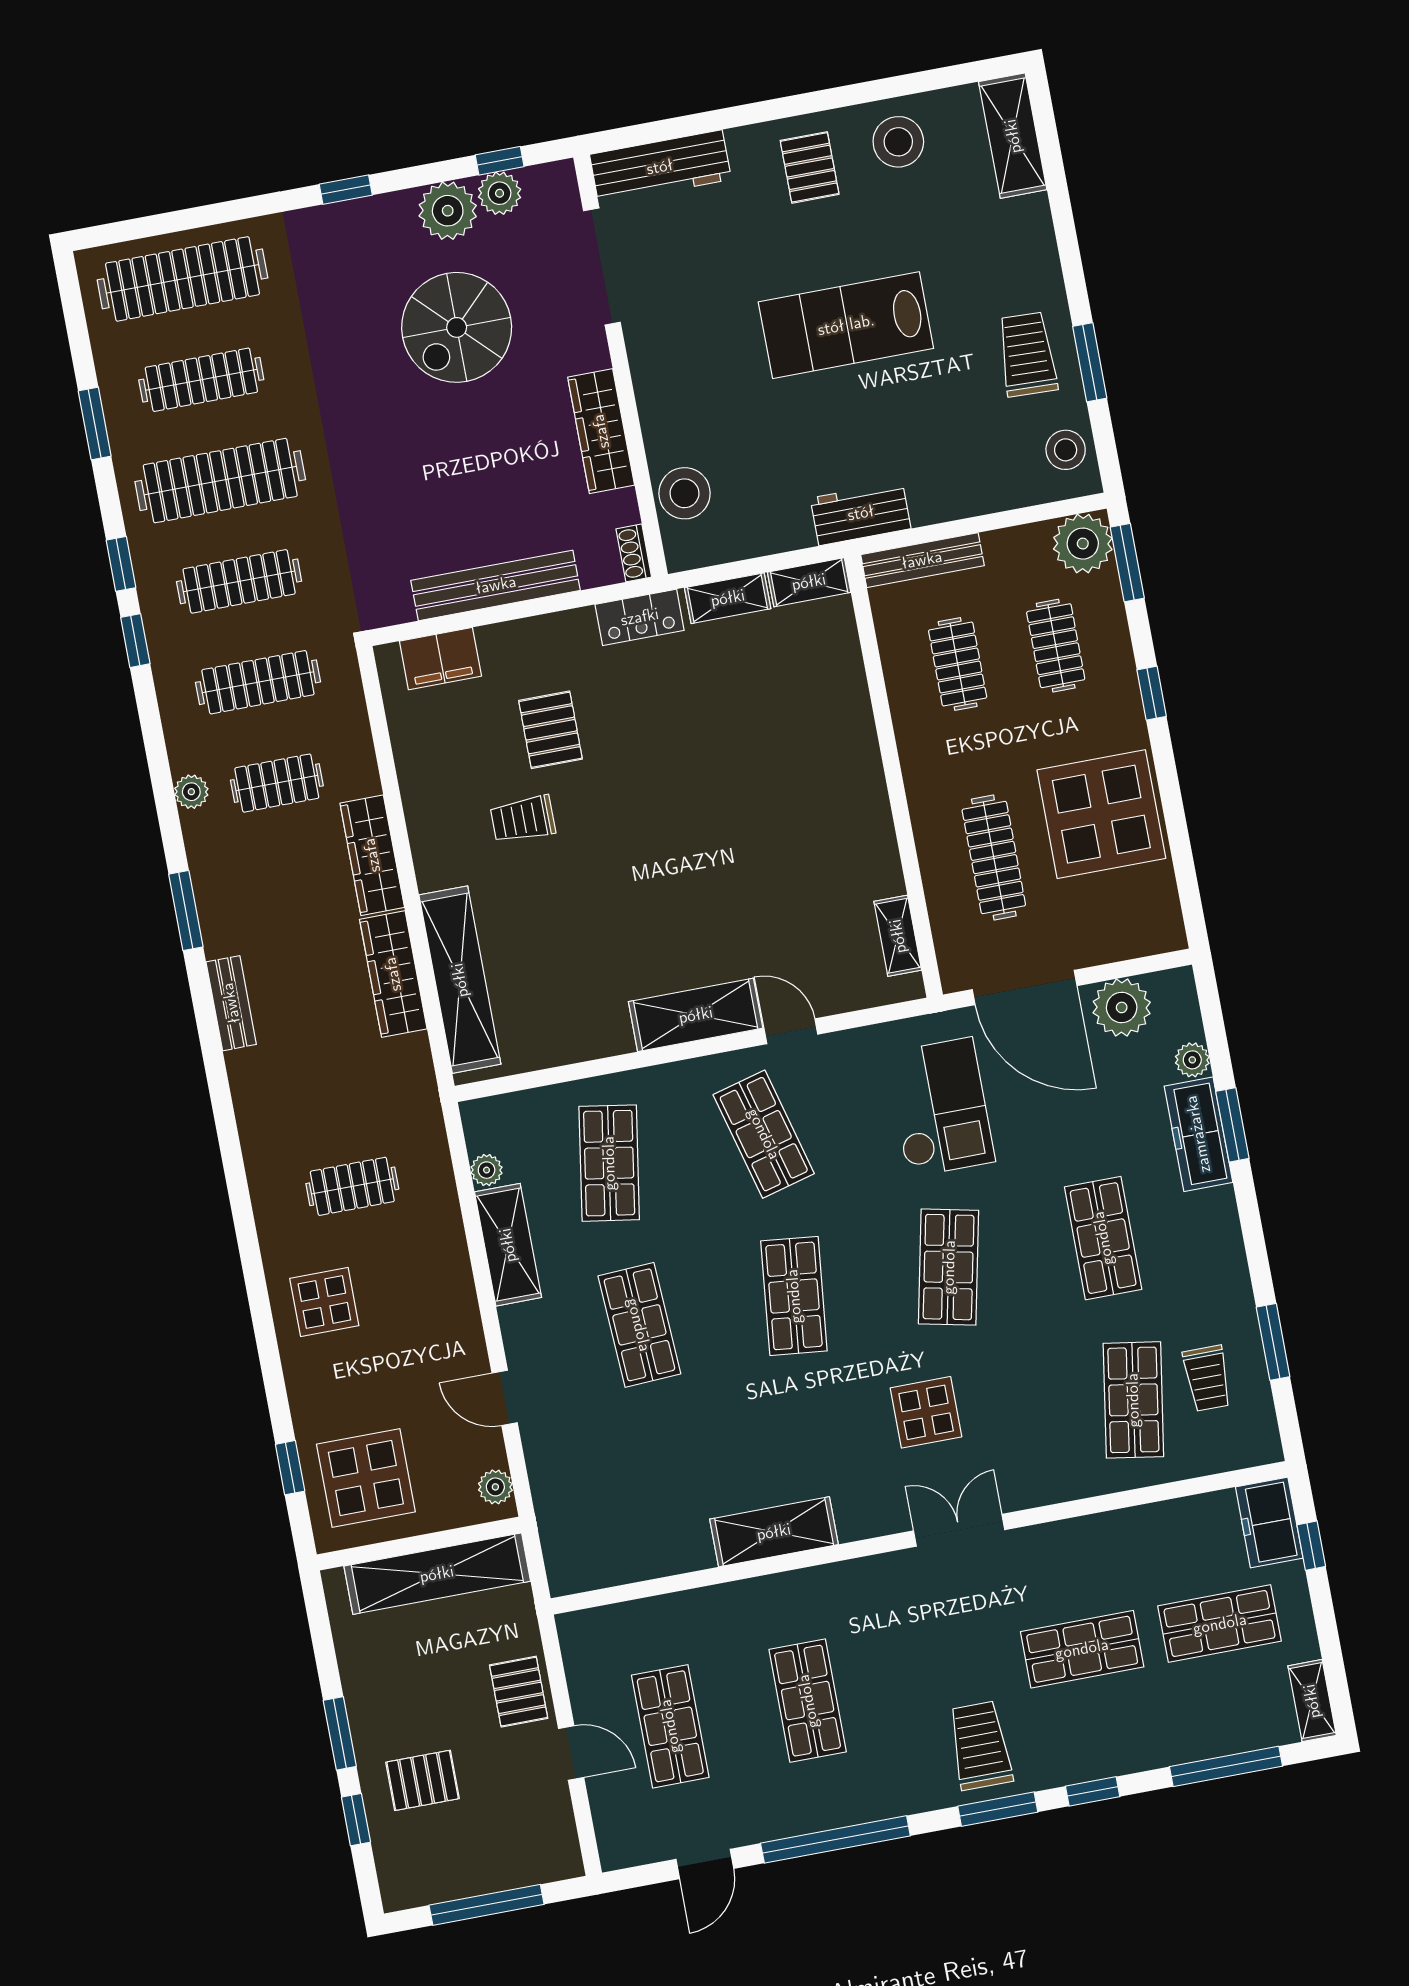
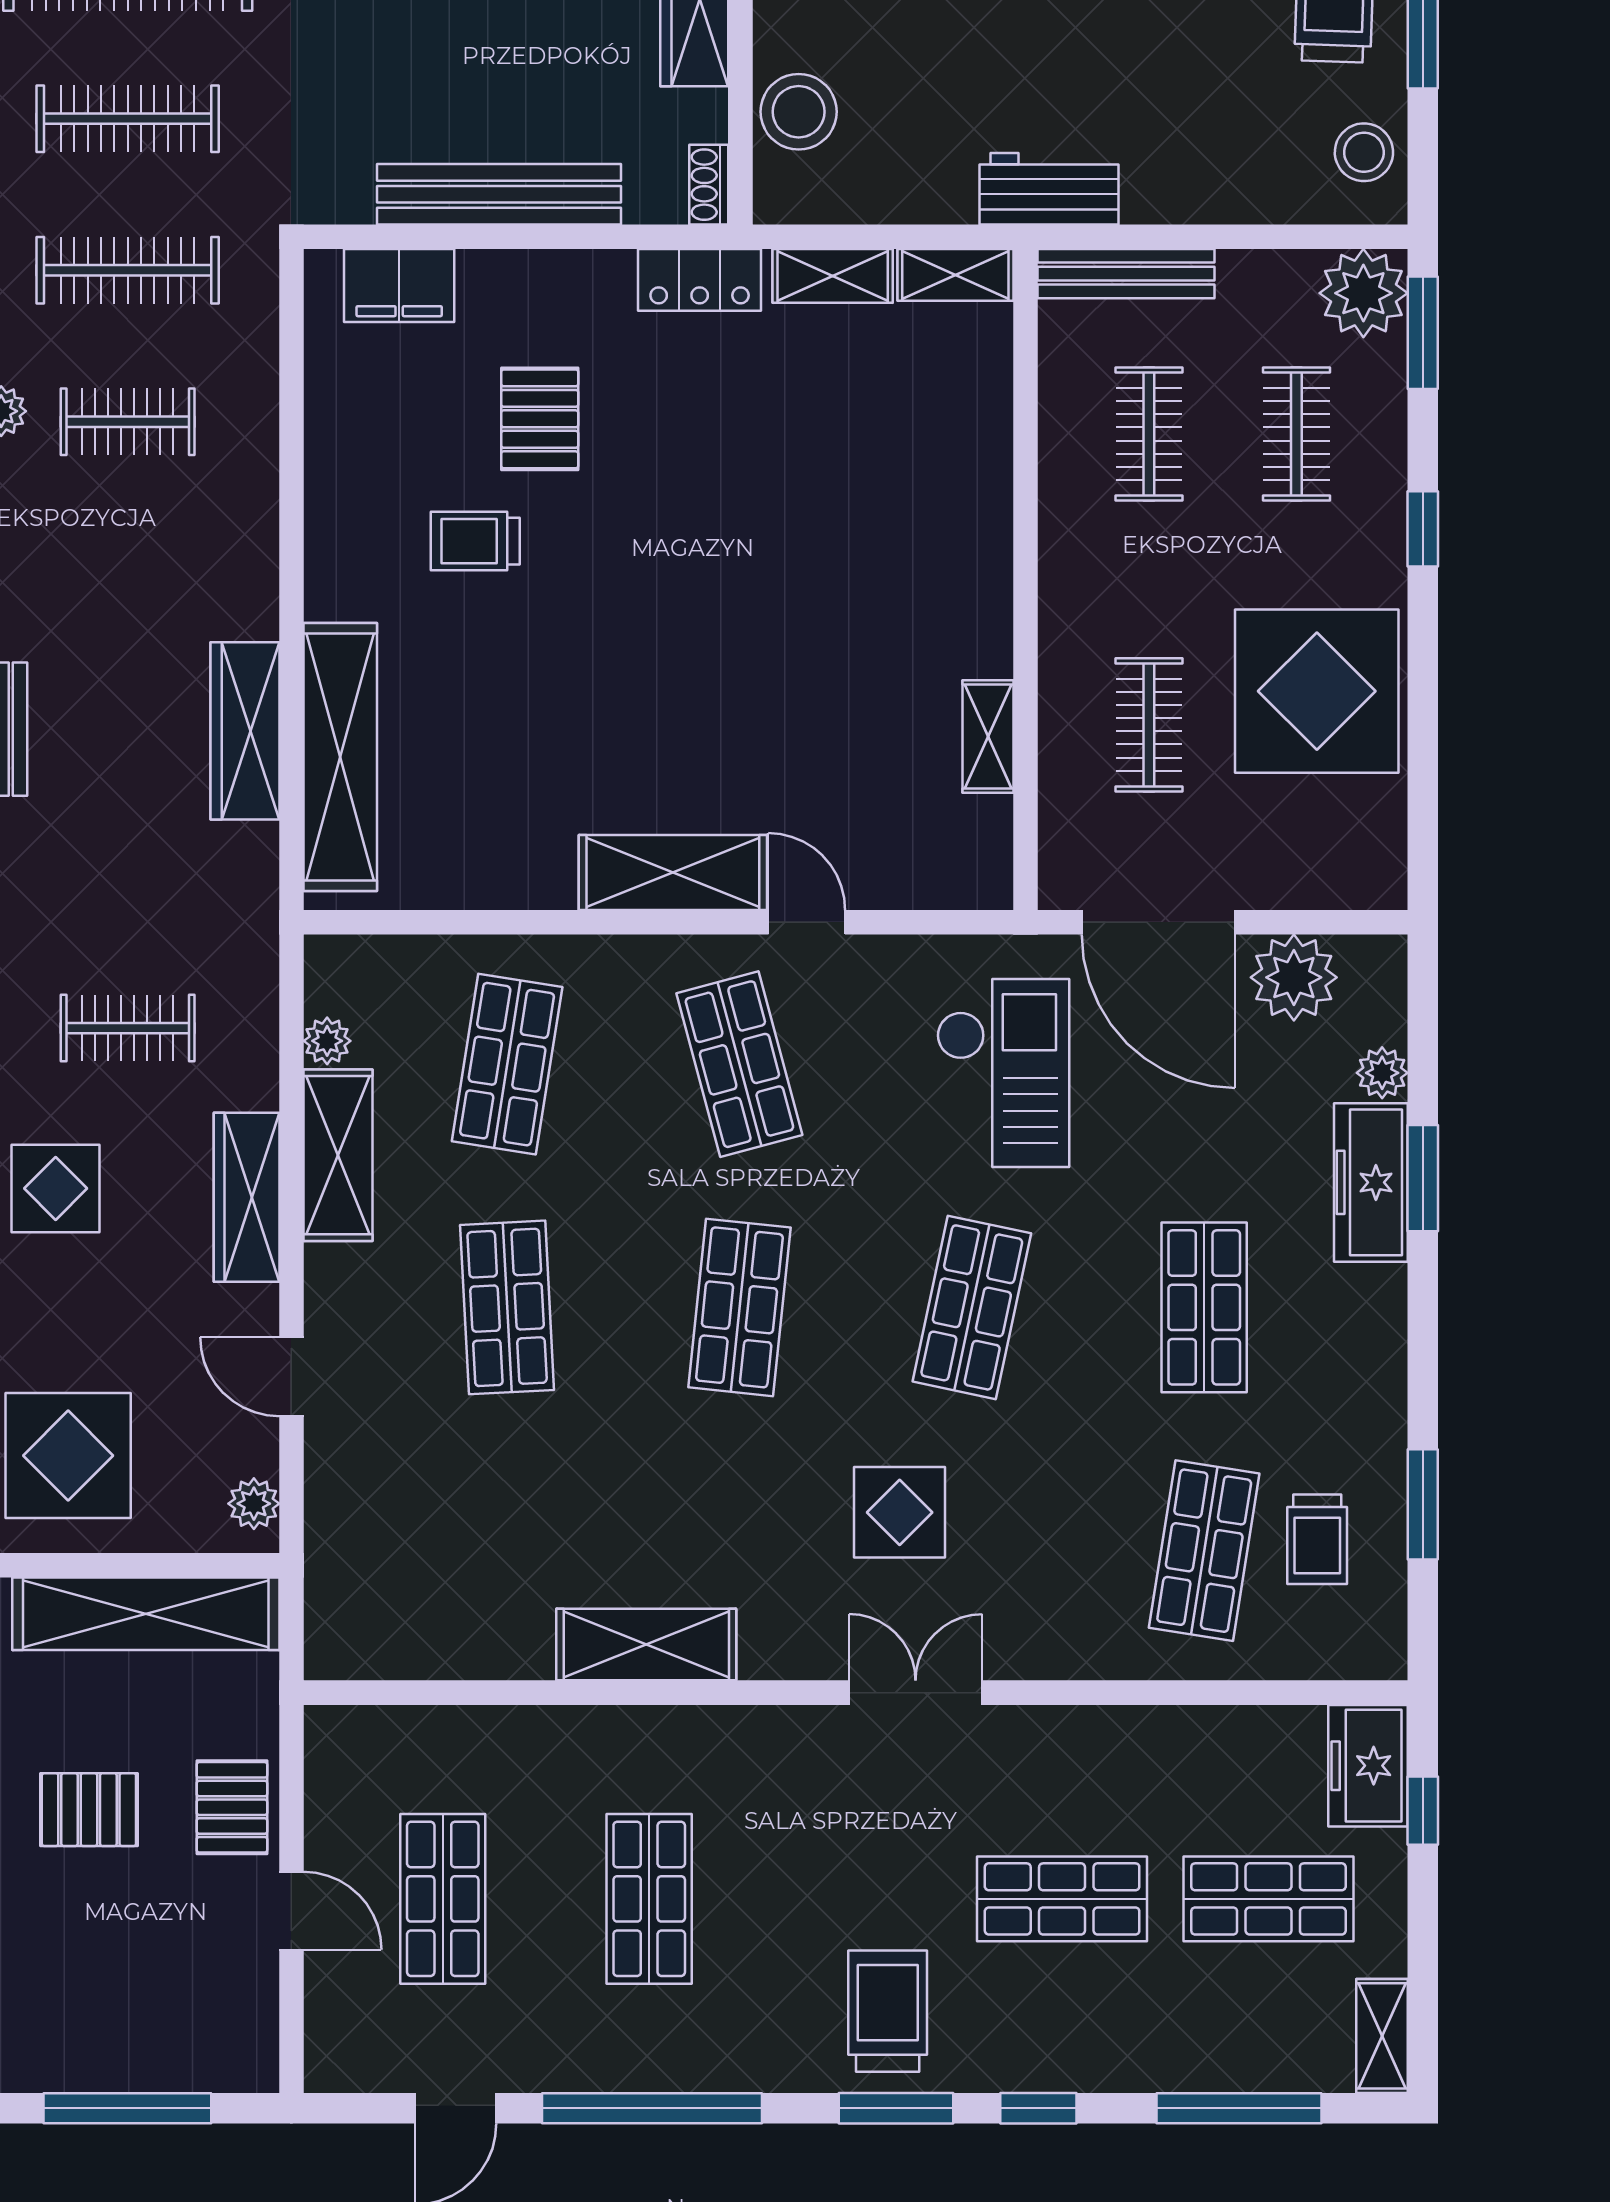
wardrobe: (372, 855) -> (247, 1197), moved
clothes rail: (994, 858) -> (1149, 725), width x0.73
shelving: (898, 936) -> (988, 736), moved
pallet: (423, 1780) -> (89, 1810), moved

